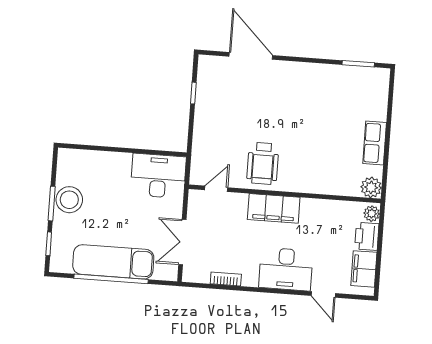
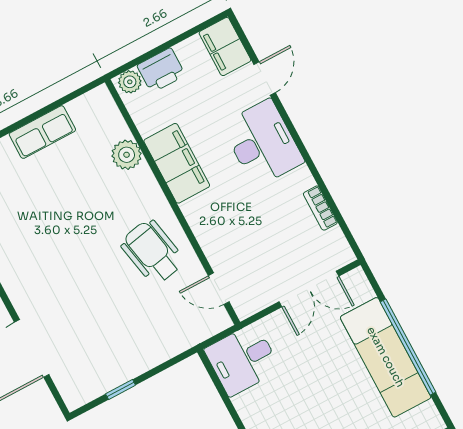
wheelchair: (263, 163) -> (152, 252), turned -101
desk: (158, 176) -> (243, 360), width x0.73
plant: (371, 187) -> (127, 155), moved
filing cabinet: (274, 208) -> (177, 163), moved
filing cabinet: (364, 269) -> (225, 47), moved, turned 90

